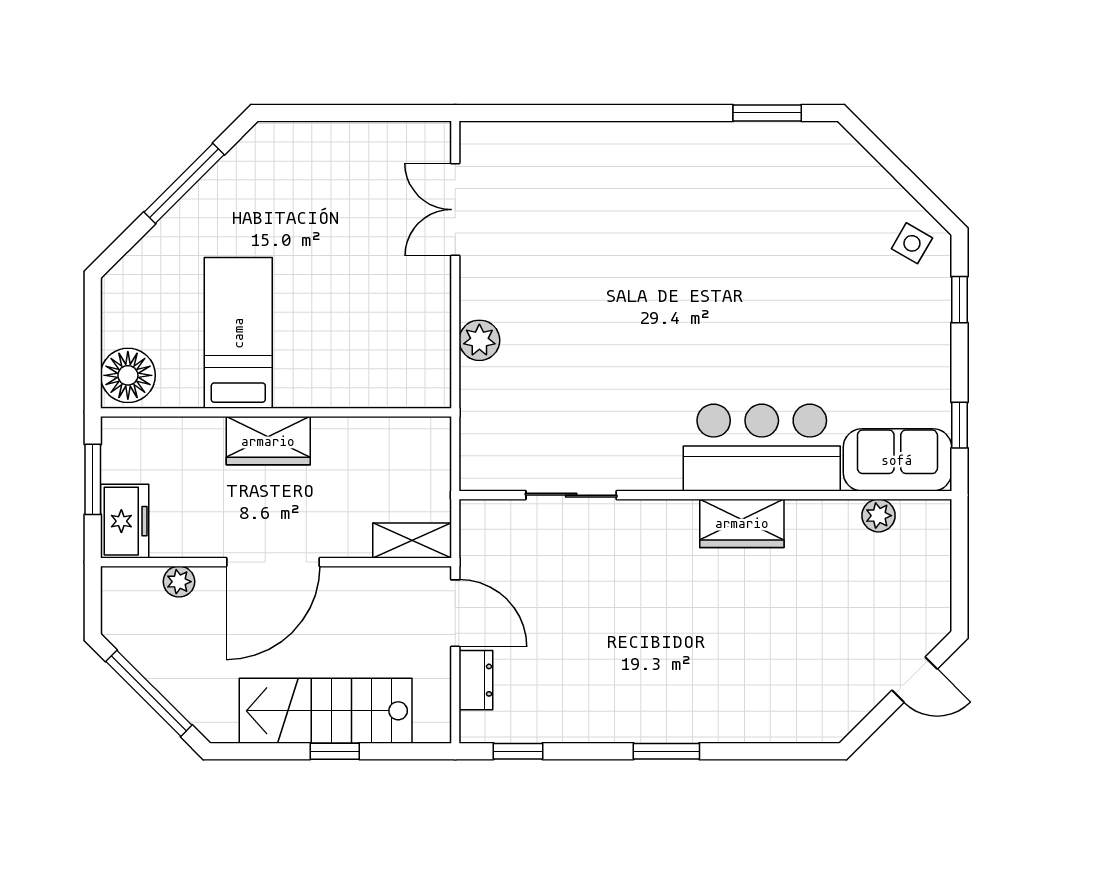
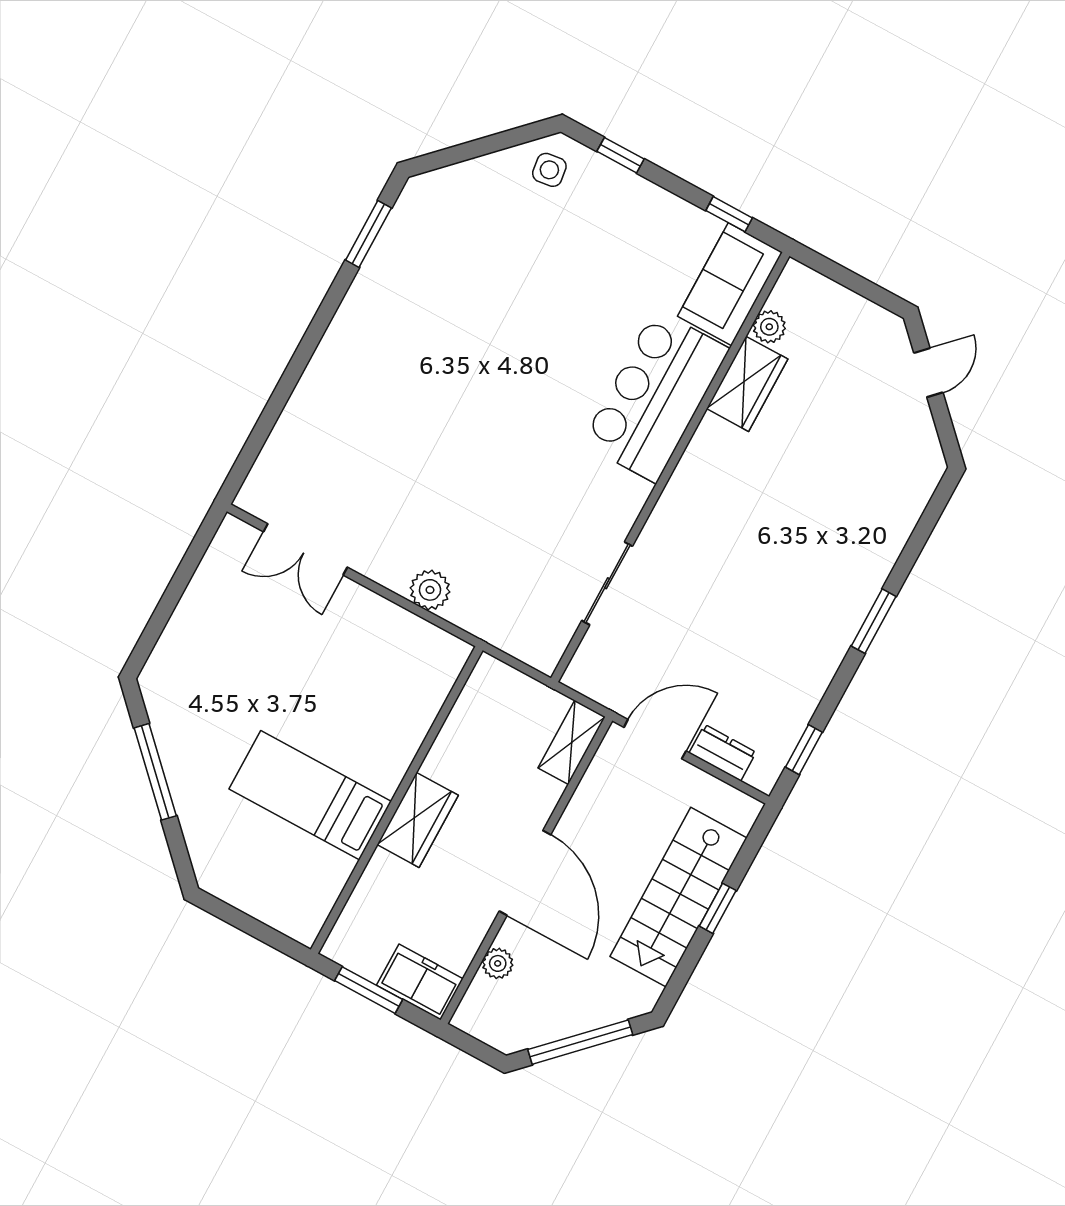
side table: (912, 243) -> (549, 170), turned -38
floor lamp: (128, 375) -> (295, 911), removed
wardrobe: (742, 523) -> (747, 384), moved

